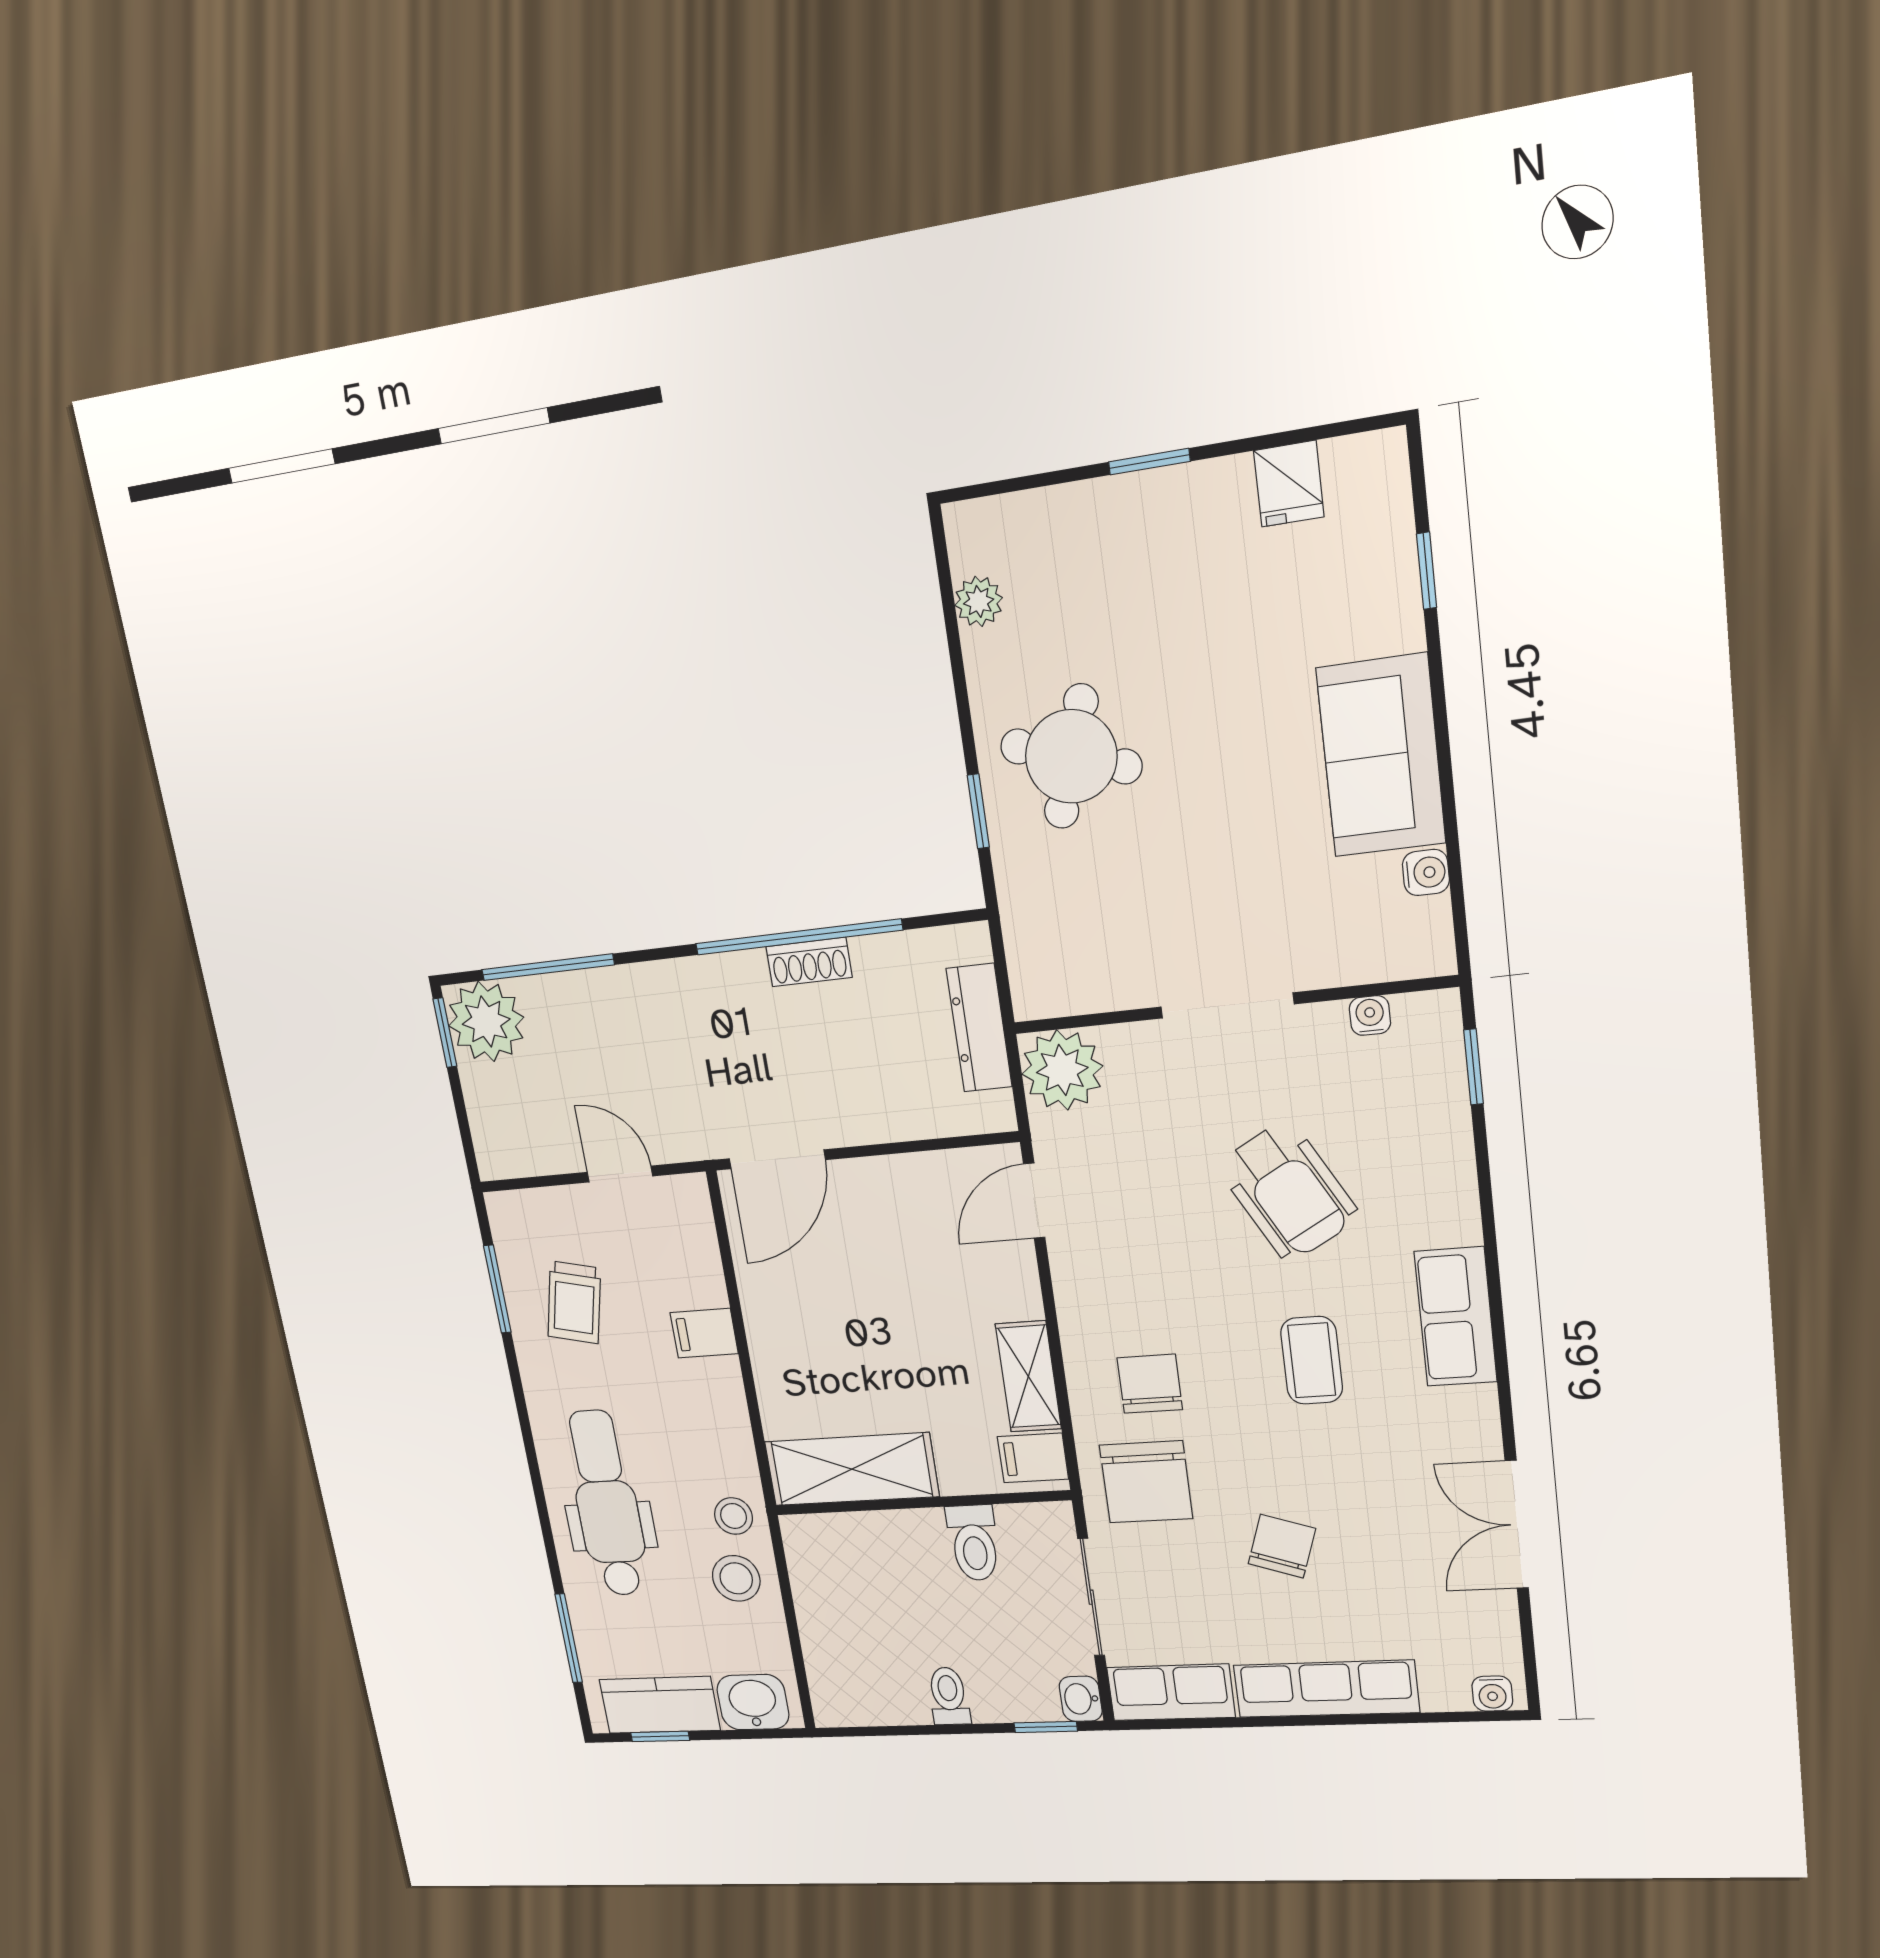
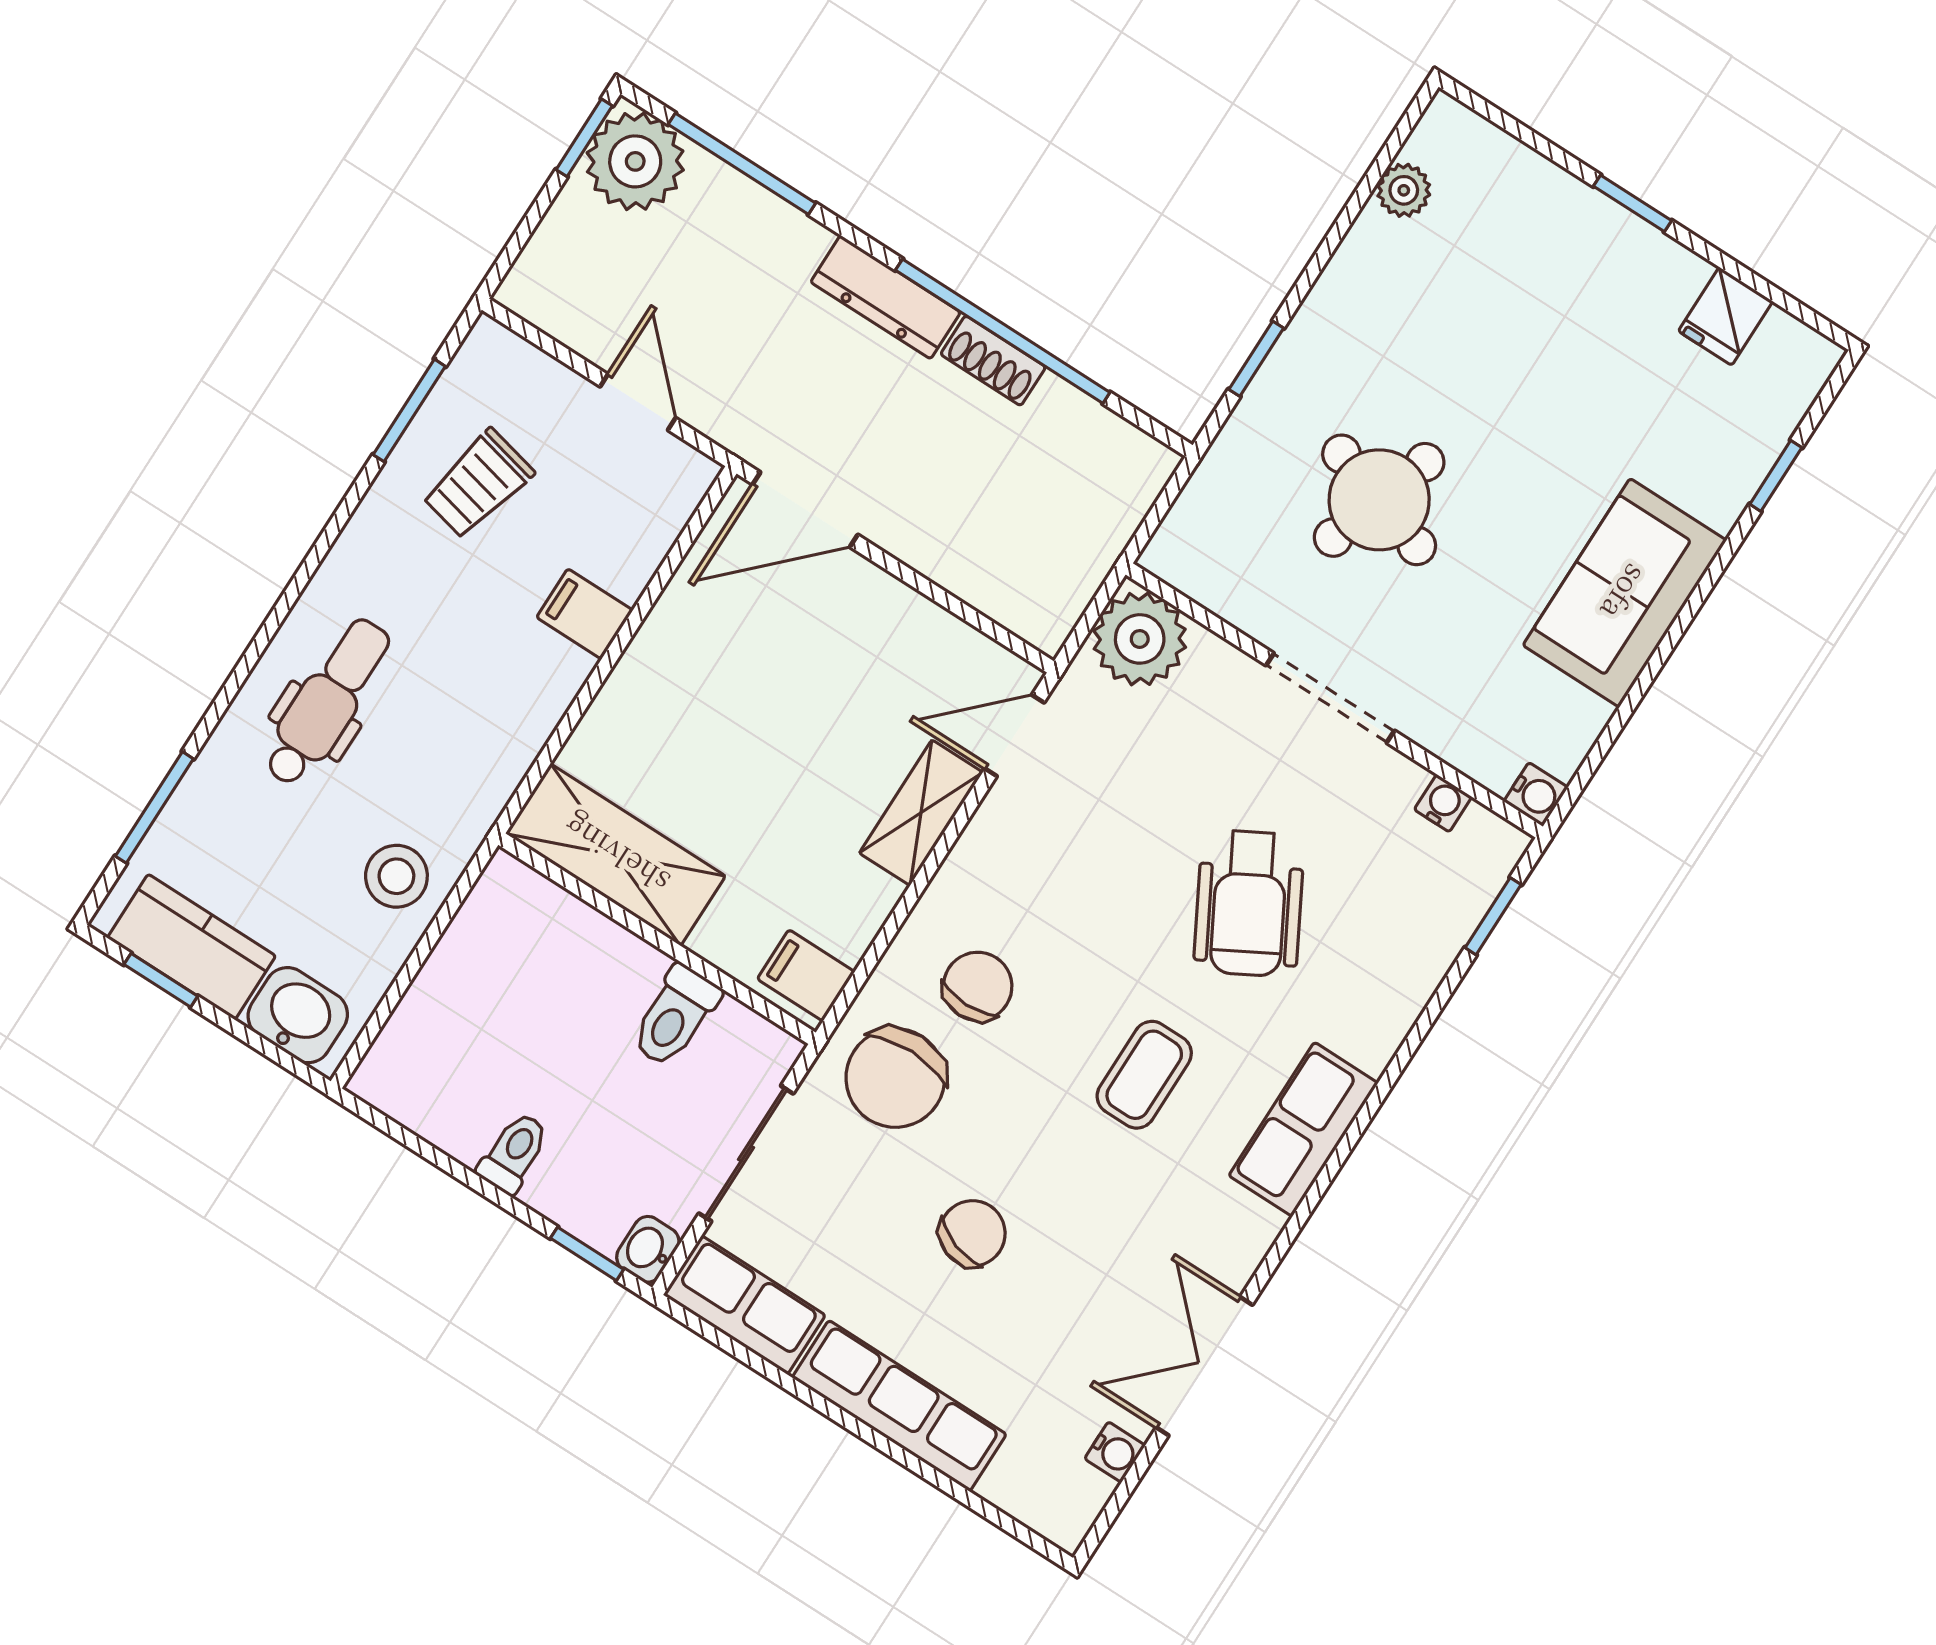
round table: (1071, 756) -> (1379, 500), moved
water cooler: (1426, 873) -> (1536, 794), moved
dresser: (979, 1028) -> (886, 297), moved, turned -90
shelving: (1028, 1376) -> (921, 813), moved
dental chair: (607, 1503) -> (327, 702), width x0.73, depth x0.72
stool: (734, 1516) -> (451, 812), removed
water cooler: (1492, 1694) -> (1115, 1452), moved, turned -90

